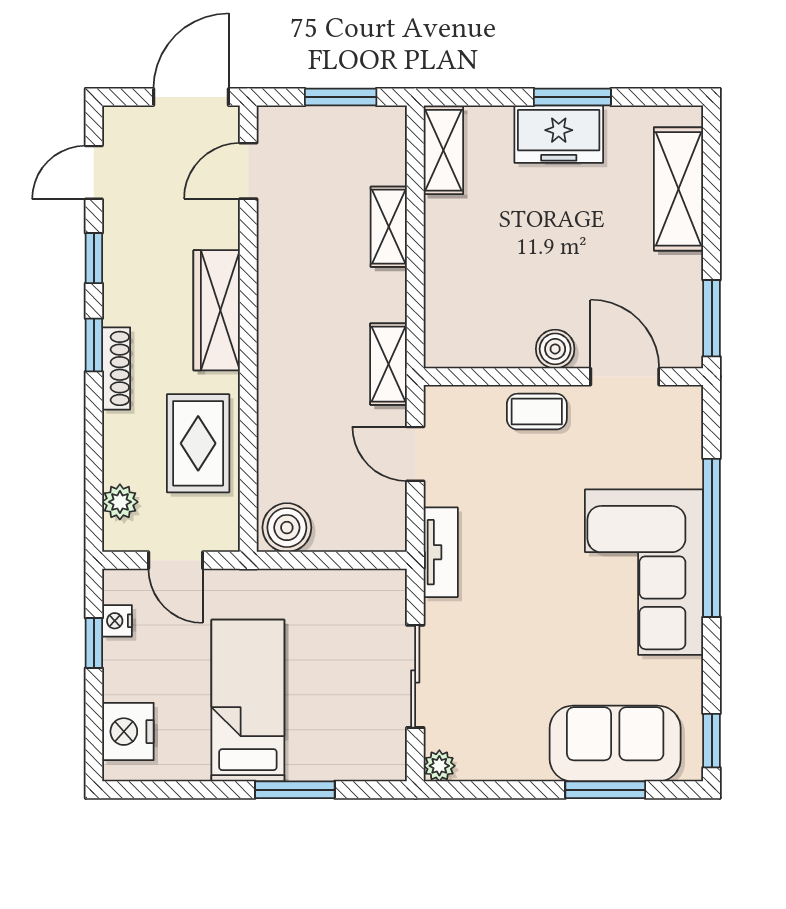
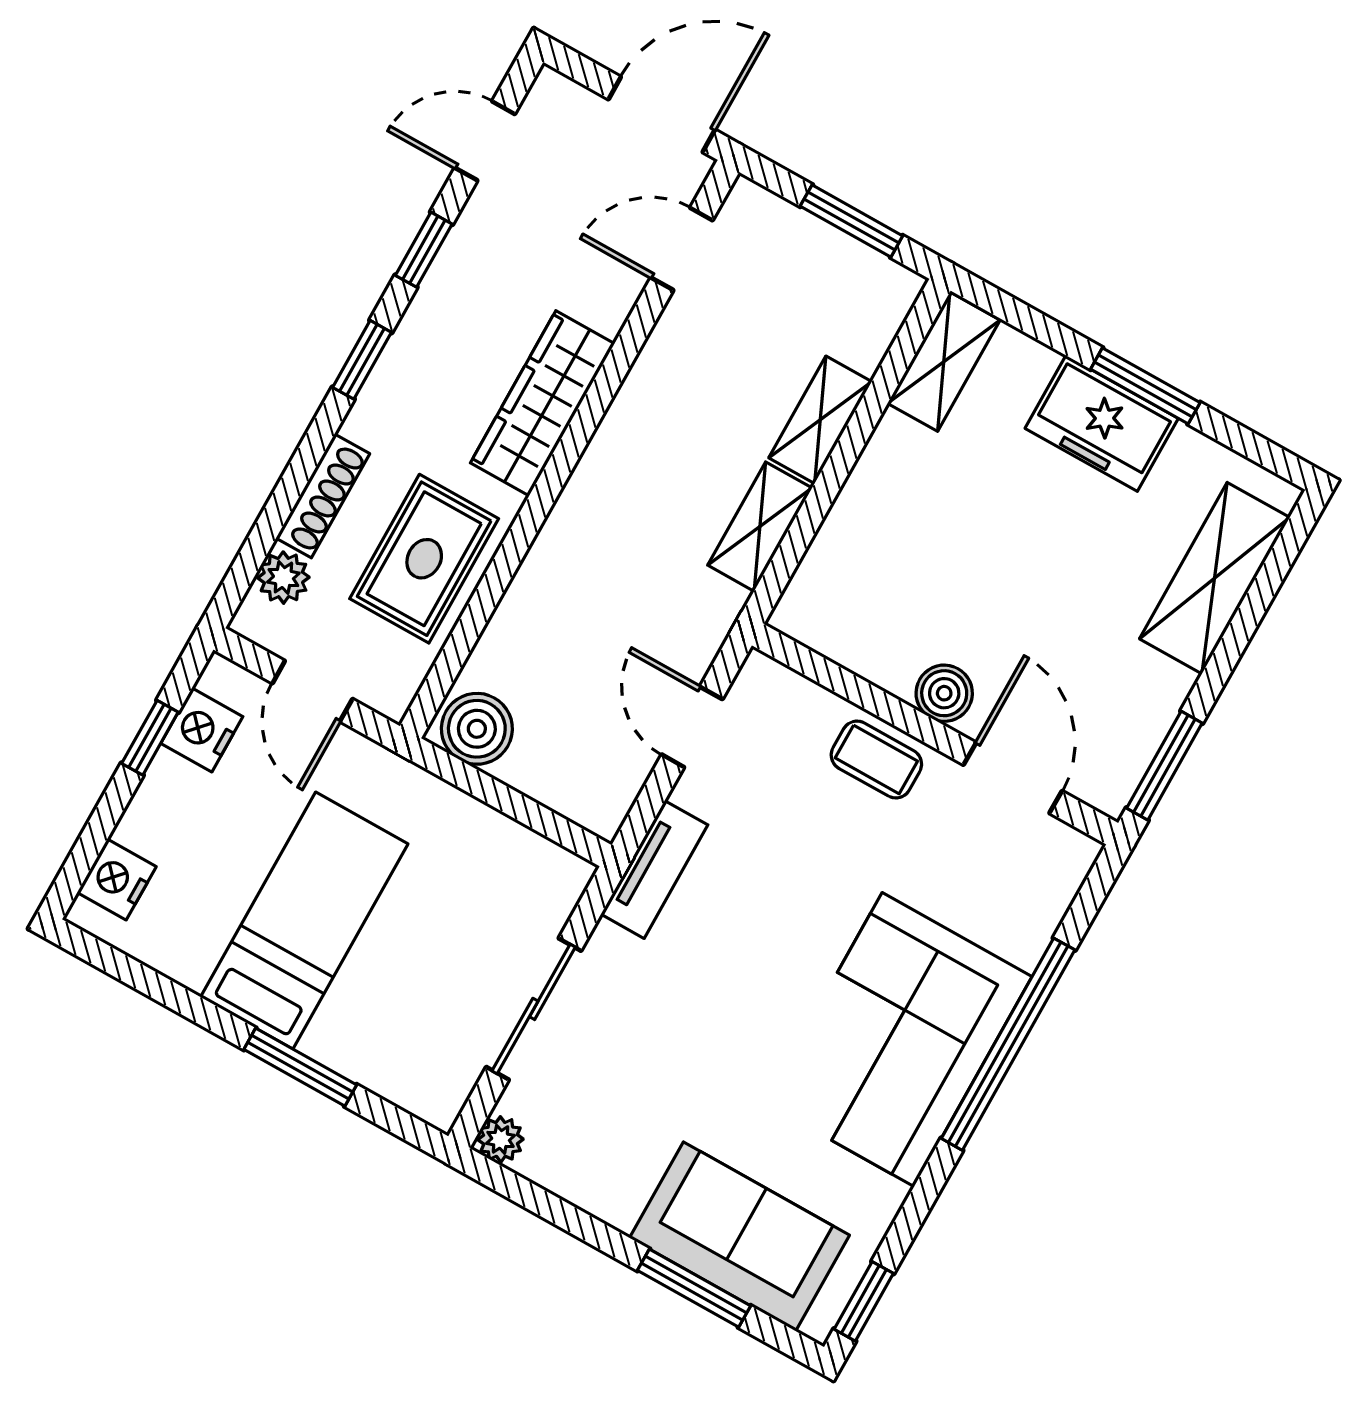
shelving: (389, 364) -> (760, 527), moved
shoe rack: (116, 368) -> (323, 496), moved
nightstand: (117, 621) -> (202, 730), width x1.39, depth x1.35
nightstand: (128, 732) -> (117, 880), width x0.74, depth x0.75

